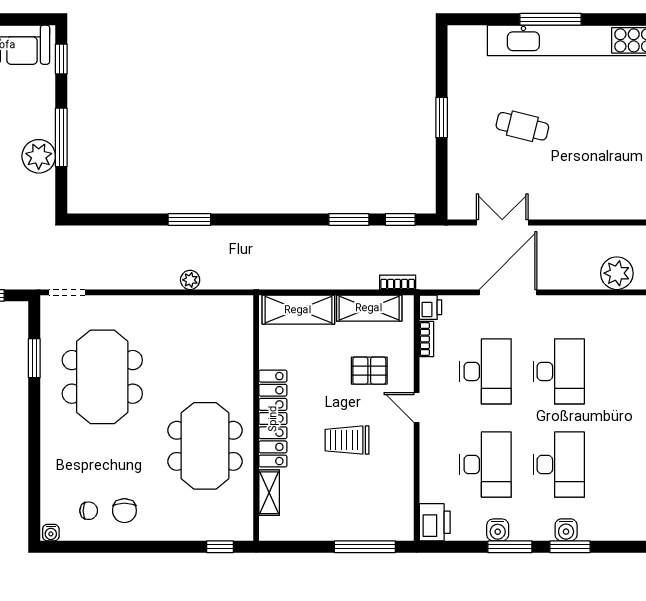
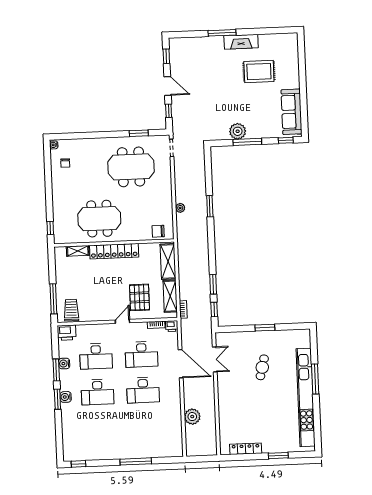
pallet: (369, 371) -> (140, 297), width x1.50, depth x1.42
trolley: (347, 440) -> (71, 310), moved
chair: (124, 511) -> (158, 231), moved

